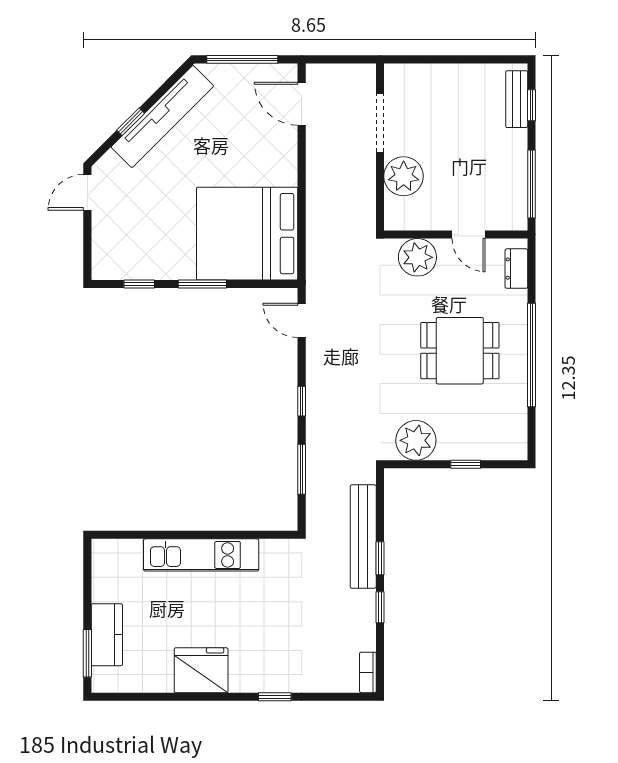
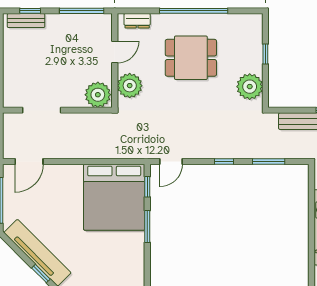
plant: (404, 176) -> (98, 95), moved
window: (139, 284) -> (147, 187), moved
dining table: (460, 351) -> (191, 58), turned 90

